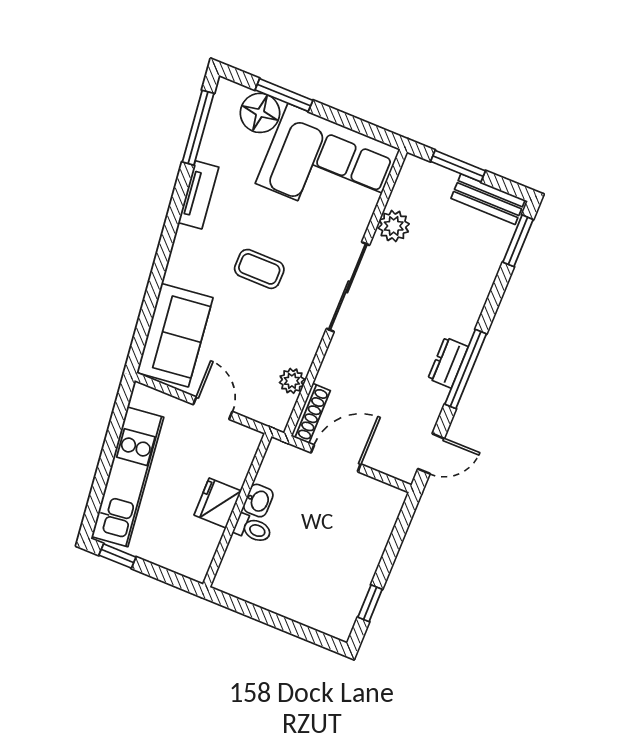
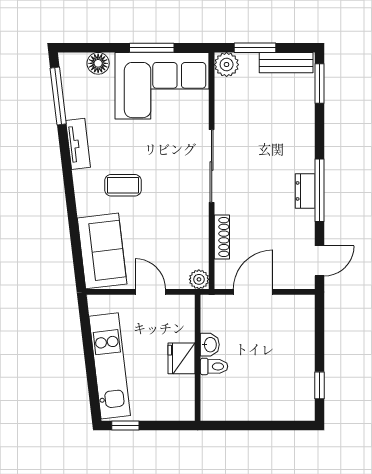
window: (284, 95) -> (152, 48), moved
floor lamp: (260, 113) -> (98, 63), width x0.73, depth x0.73
plant: (394, 226) -> (227, 65), moved
coffee table: (259, 269) -> (123, 185), moved
plant: (292, 381) -> (199, 279), moved
shoe rack: (311, 413) -> (222, 237), moved

